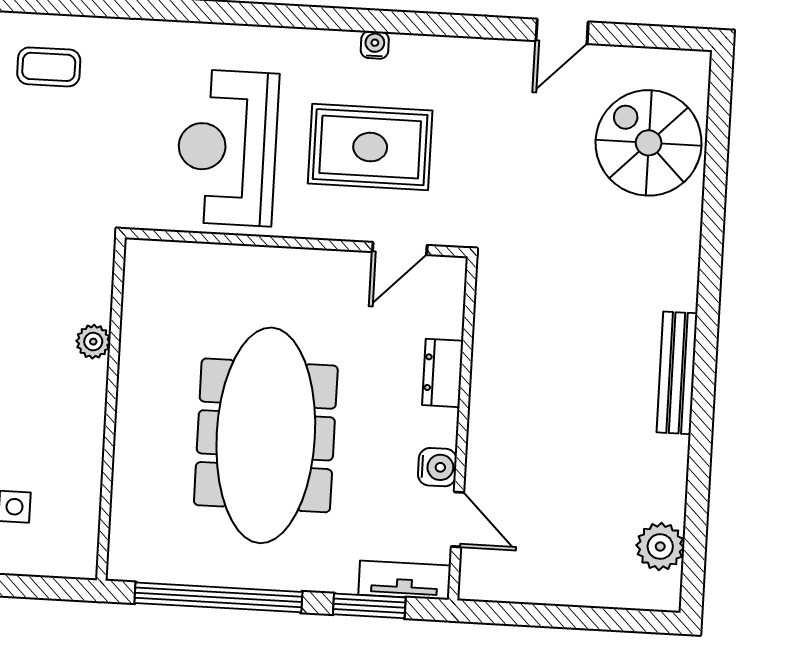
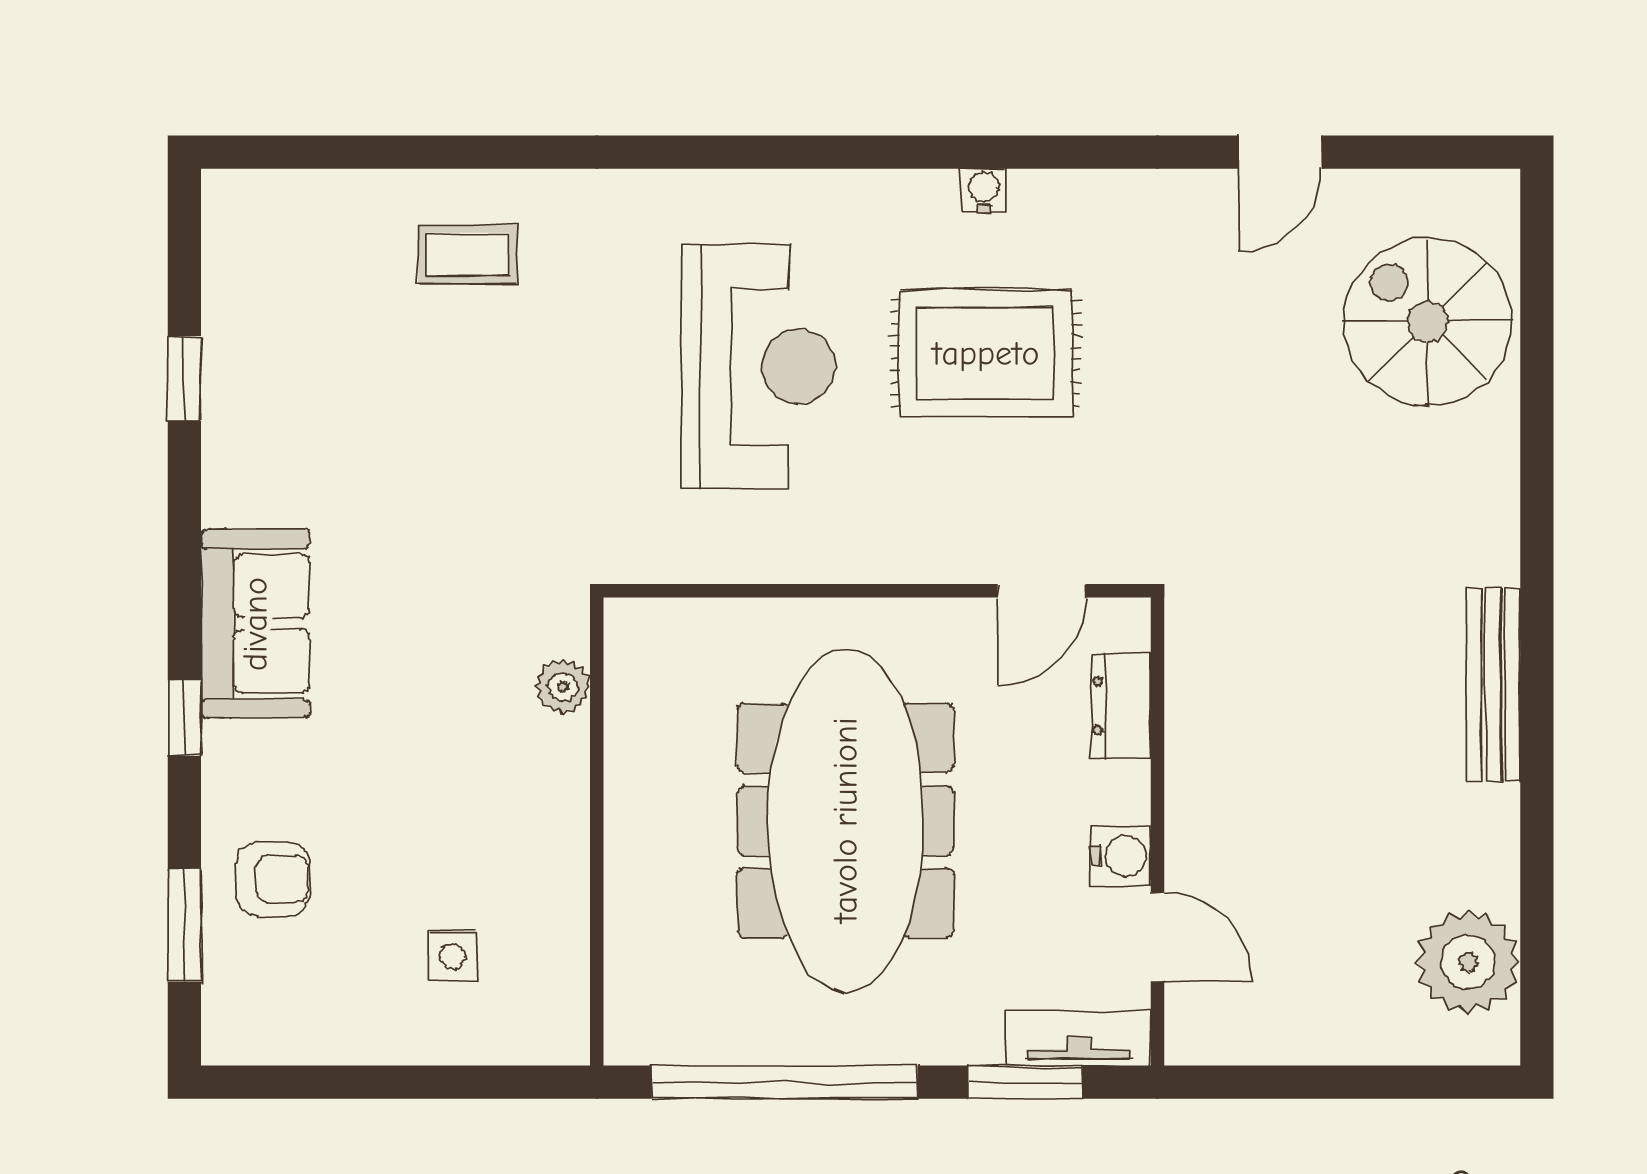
reception desk: (227, 148) -> (759, 367), turned 180
wall: (297, 243) -> (877, 591), moved
door: (400, 249) -> (1042, 591), moved
plant: (660, 546) -> (1468, 962), width x1.36, depth x1.36

